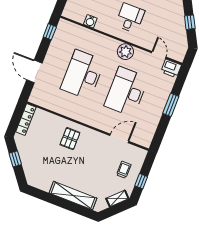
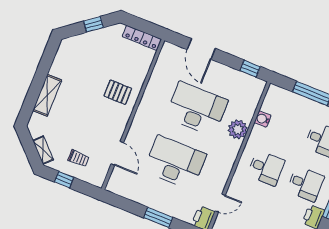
plant: (125, 52) -> (238, 129), moved
door: (34, 71) -> (201, 49), swing flipped
shelving: (73, 196) -> (47, 95), width x0.68

